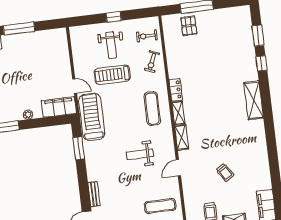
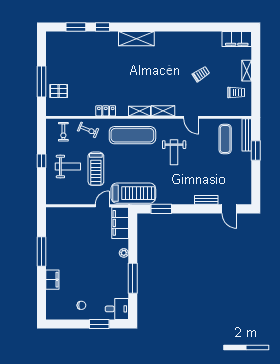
locker: (176, 90) -> (106, 111), moved
exercise mat: (152, 109) -> (132, 135), width x1.36, depth x1.45
treadmill: (92, 117) -> (133, 193), turned 180

